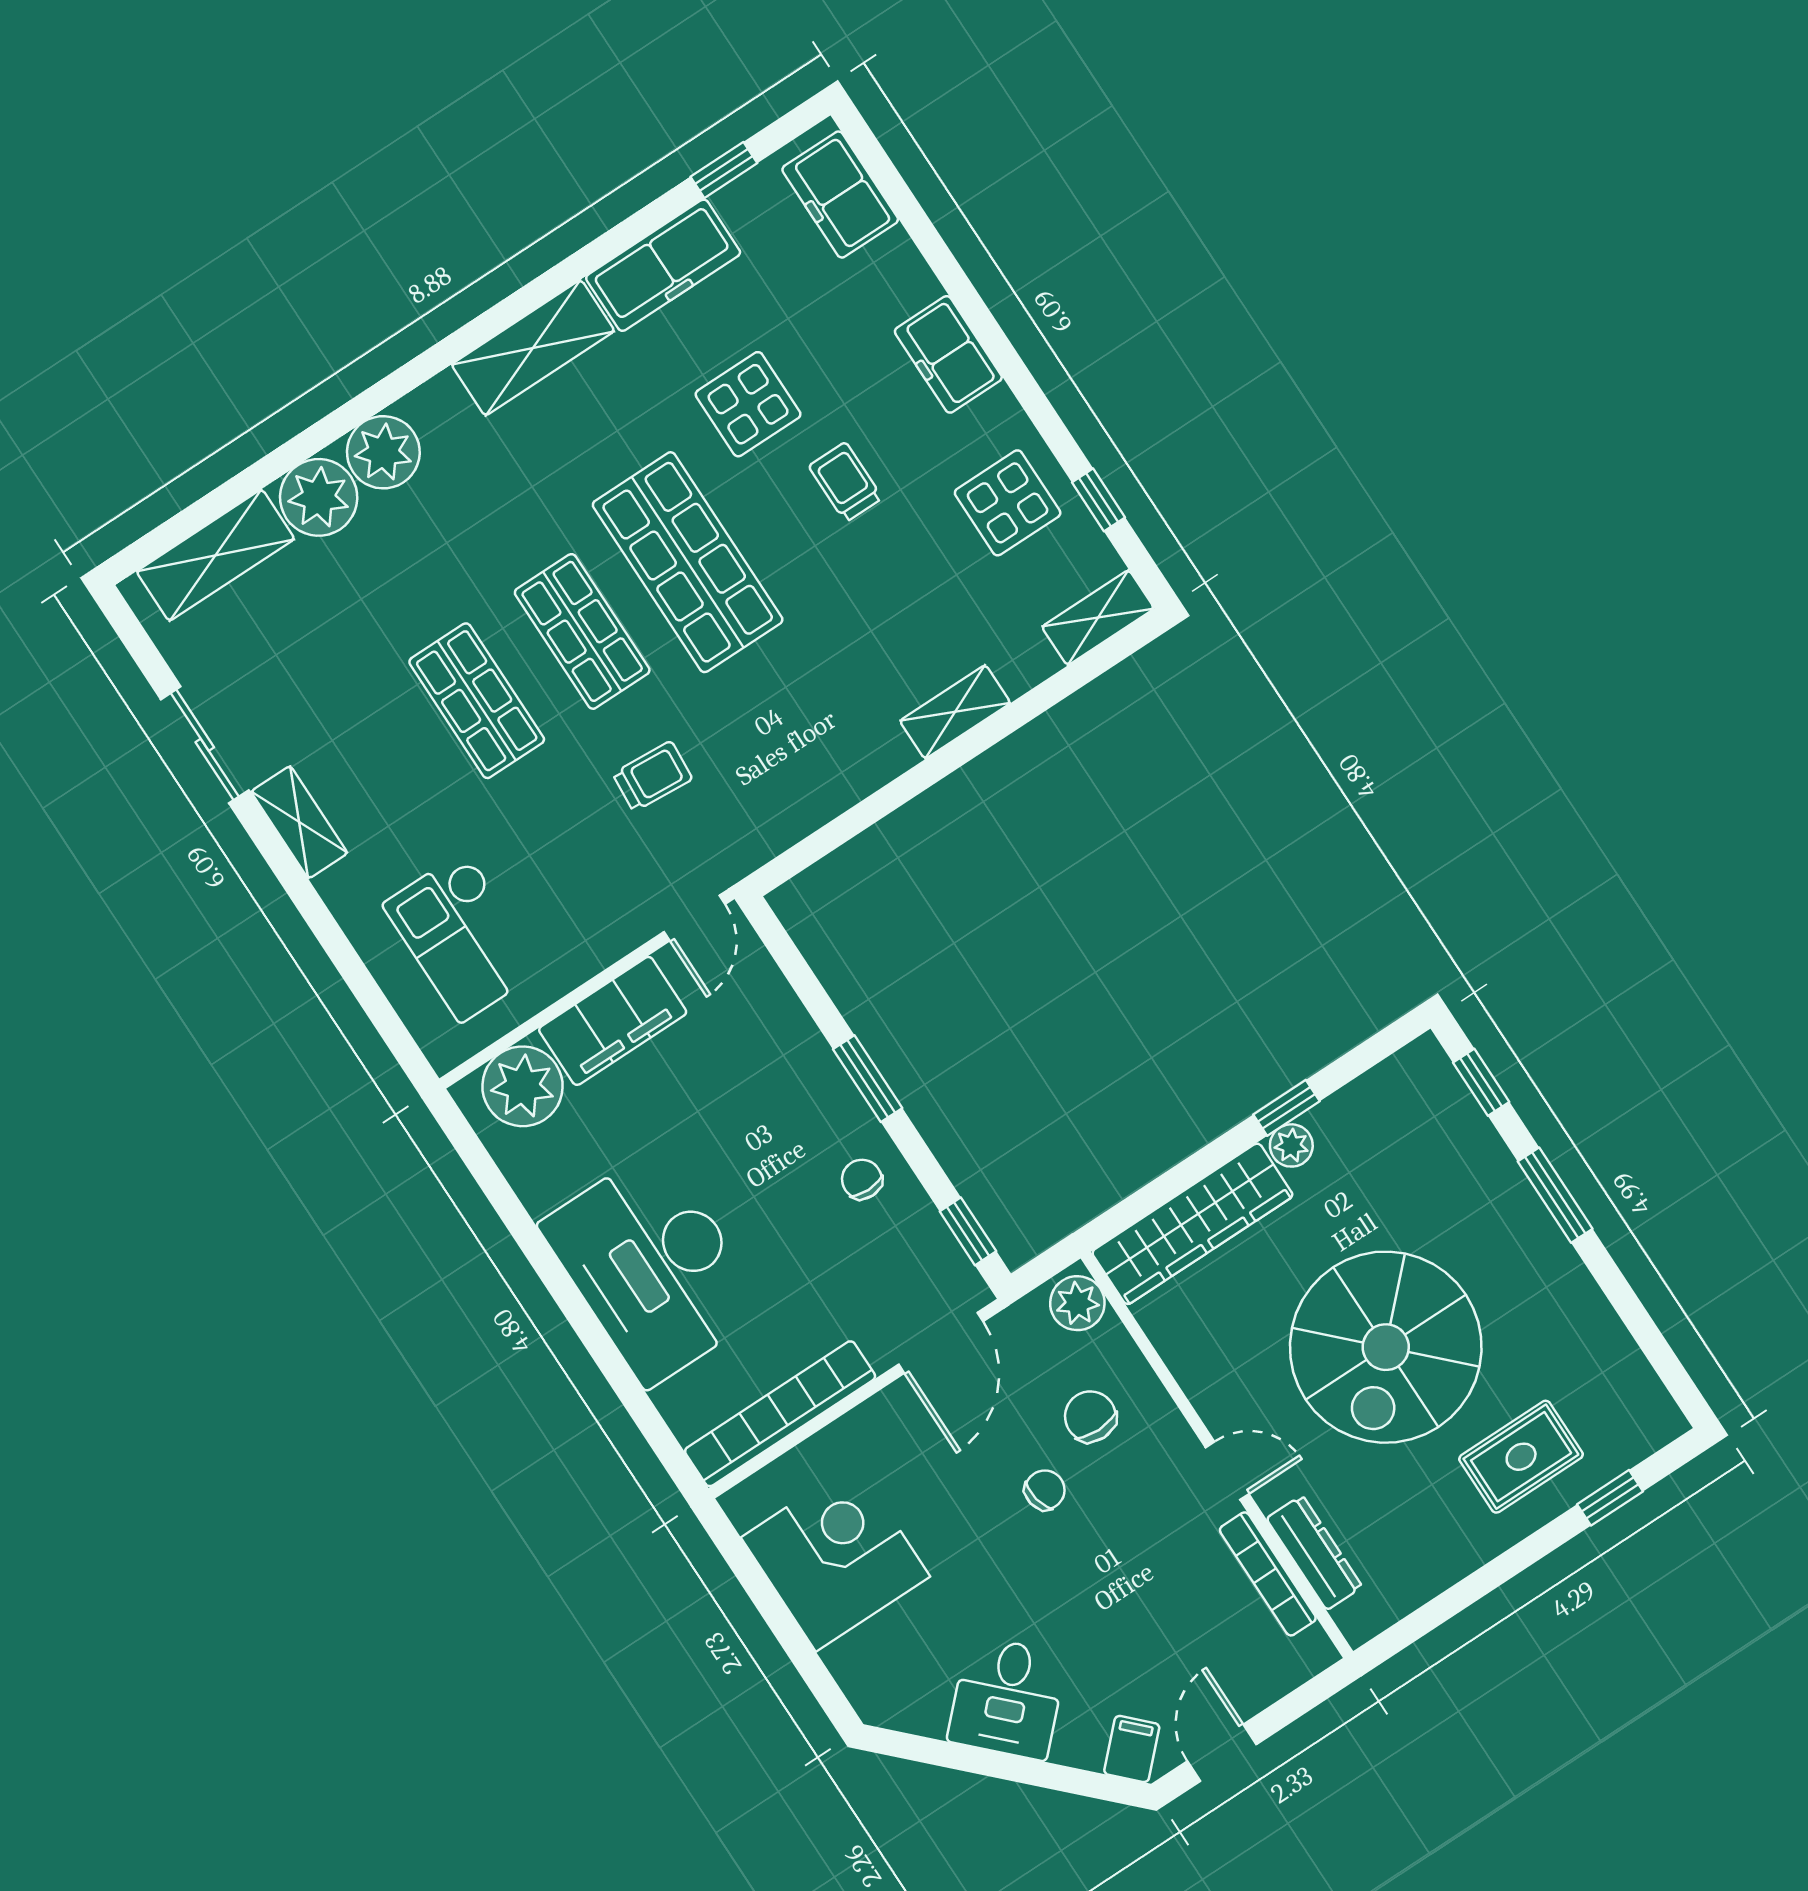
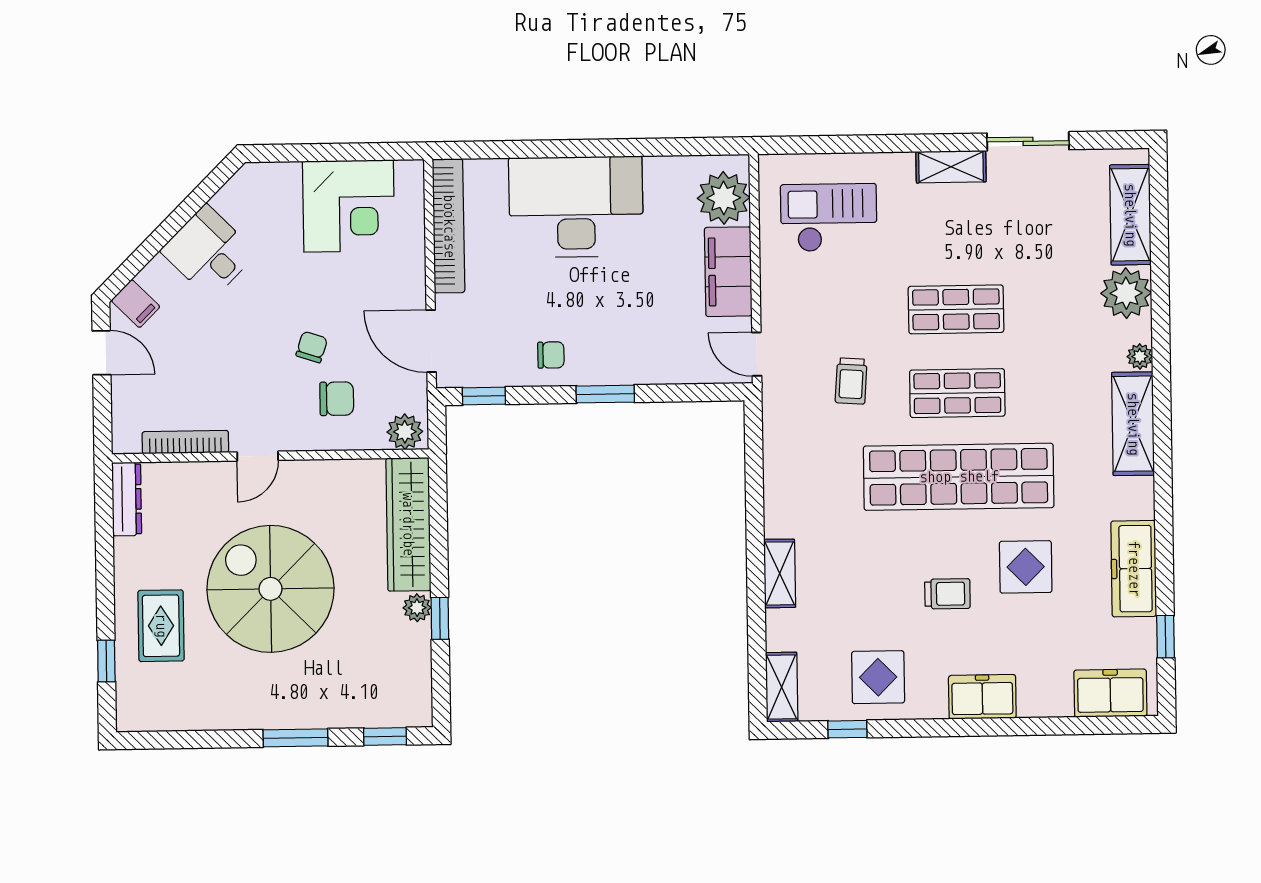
shelving: (533, 348) -> (1133, 424), moved
plant: (383, 452) -> (1140, 356), width x0.53, depth x0.53
shop shelf: (688, 562) -> (959, 477), width x1.40
chair: (1045, 1490) -> (312, 347), turned -151
dresser: (1314, 1553) -> (127, 499), moved, turned -90

